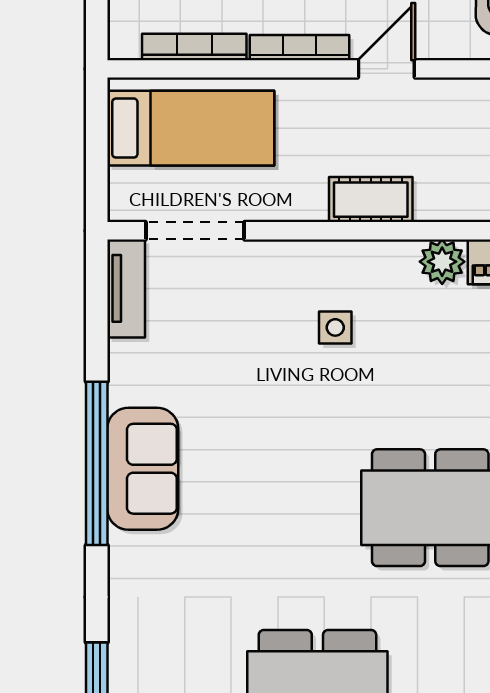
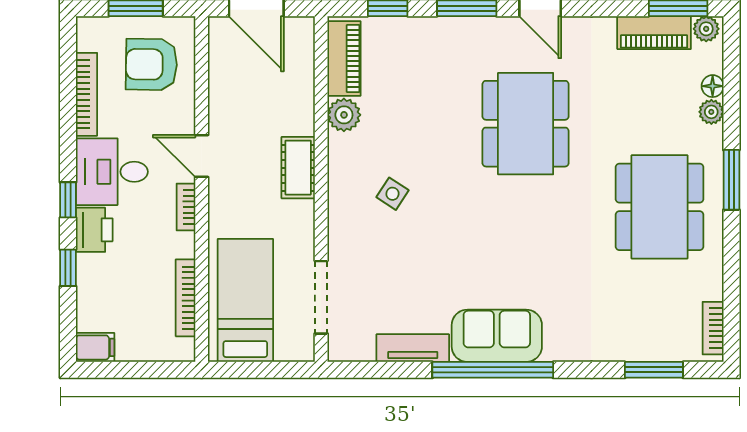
bookcase: (299, 48) -> (186, 207), width x0.64
tv unit: (126, 288) -> (413, 348), moved
side table: (335, 327) -> (393, 194), turned 33

